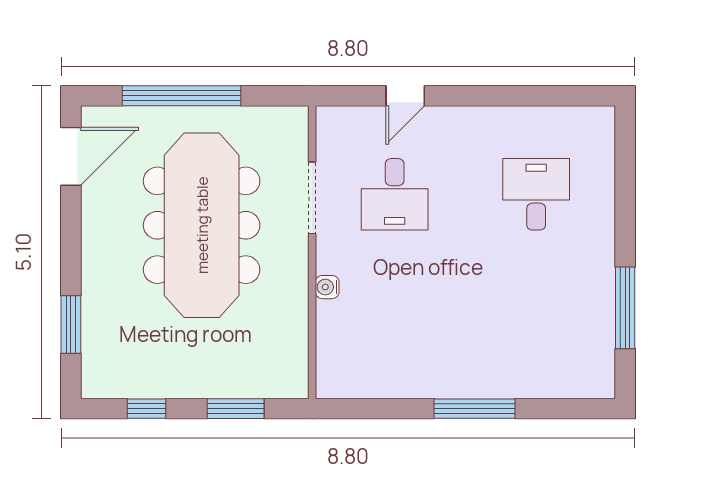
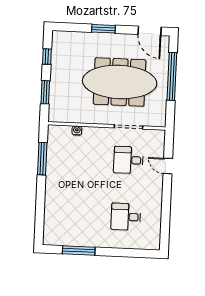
desk: (536, 194) -> (126, 217), turned 180
water cooler: (327, 287) -> (77, 131), moved
window: (71, 325) -> (103, 29), moved
window: (474, 409) -> (42, 159), moved

